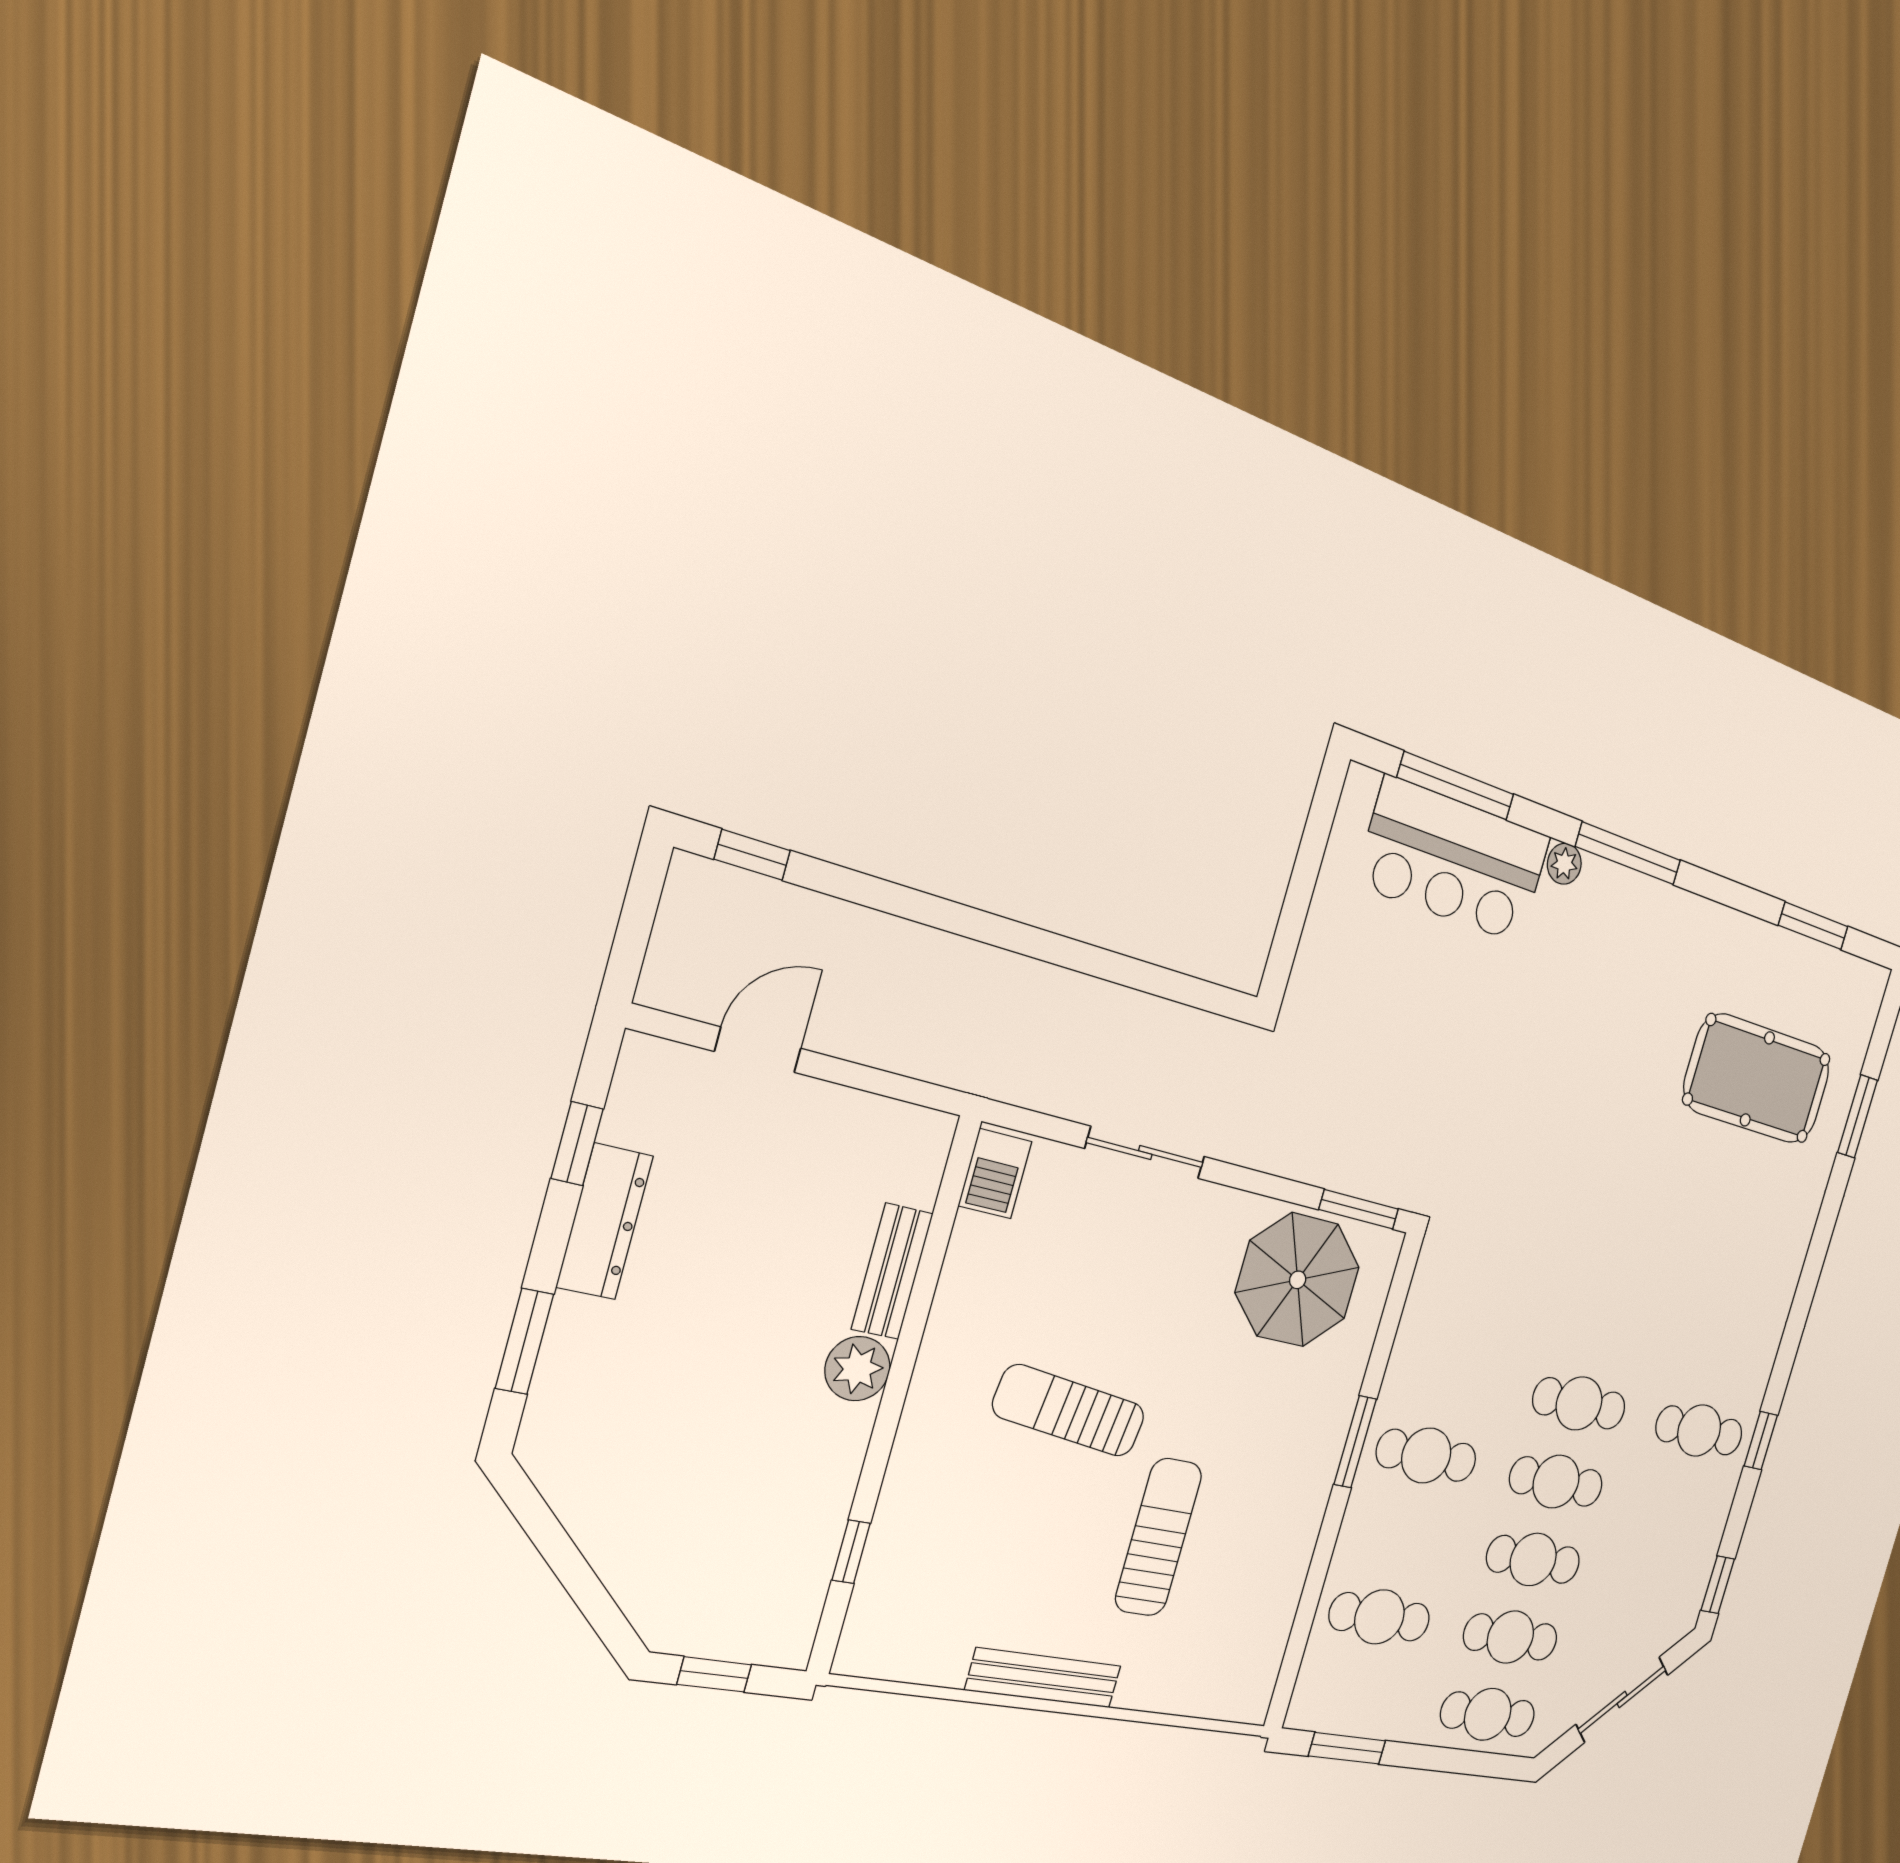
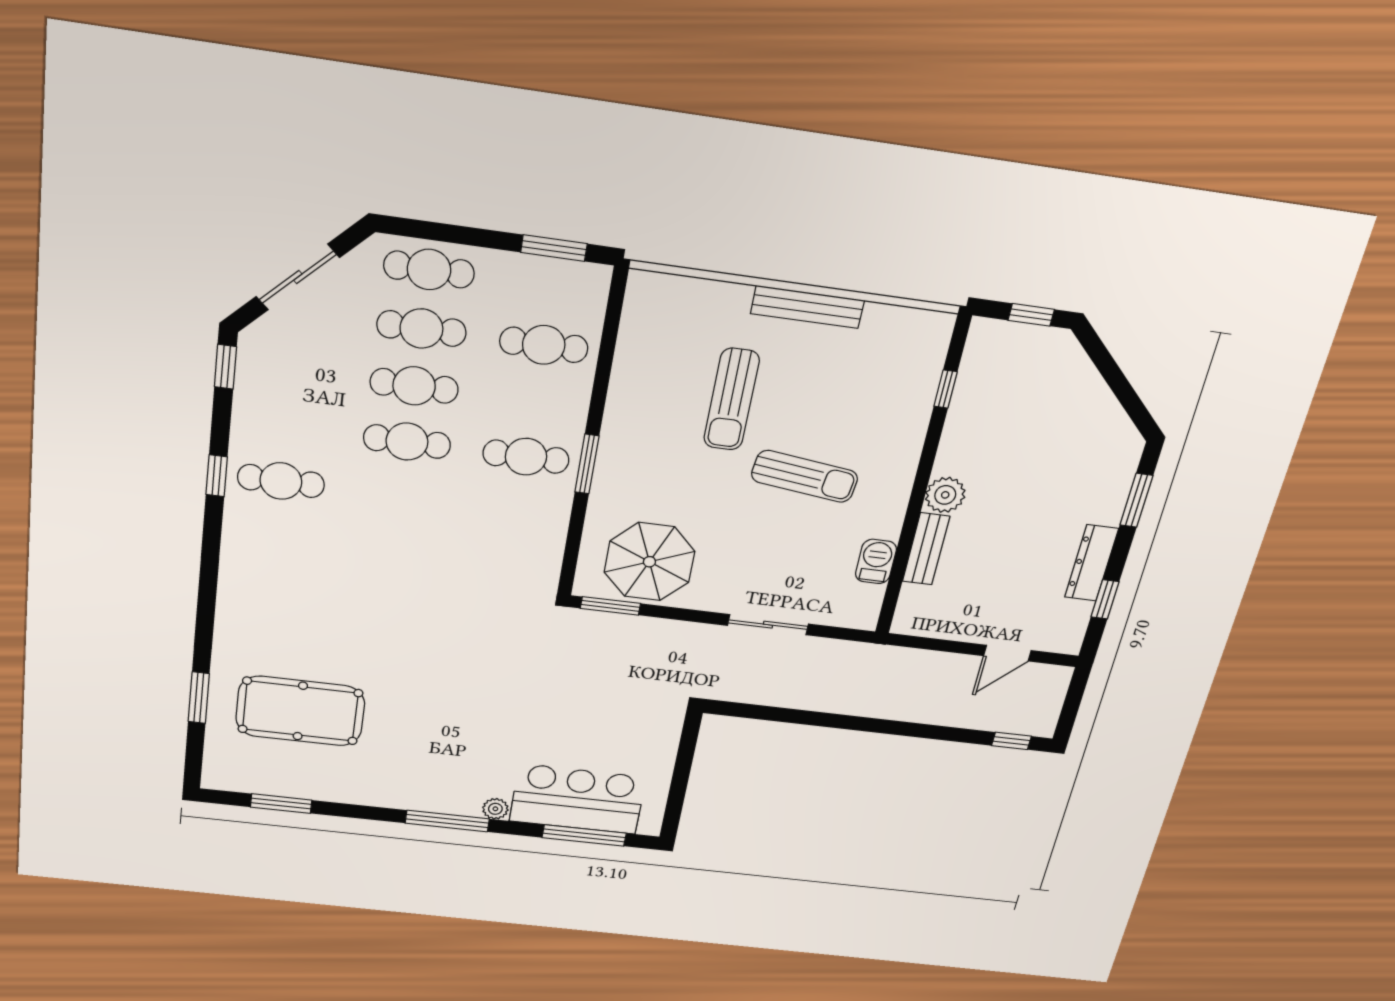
barbecue: (995, 1174) -> (876, 561), moved
cafe table: (1579, 1403) -> (400, 496), removed

